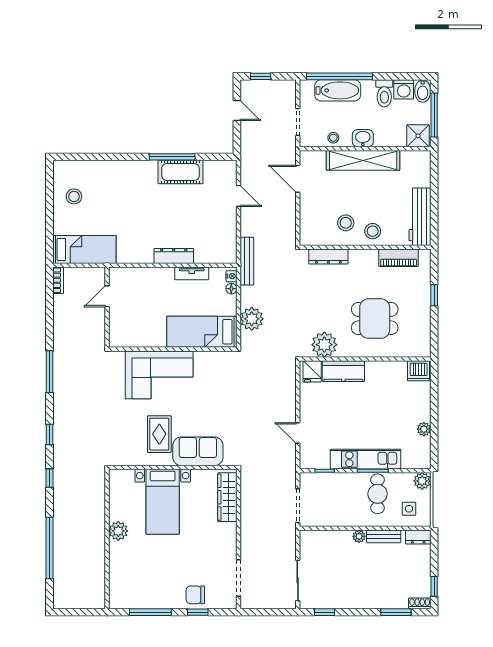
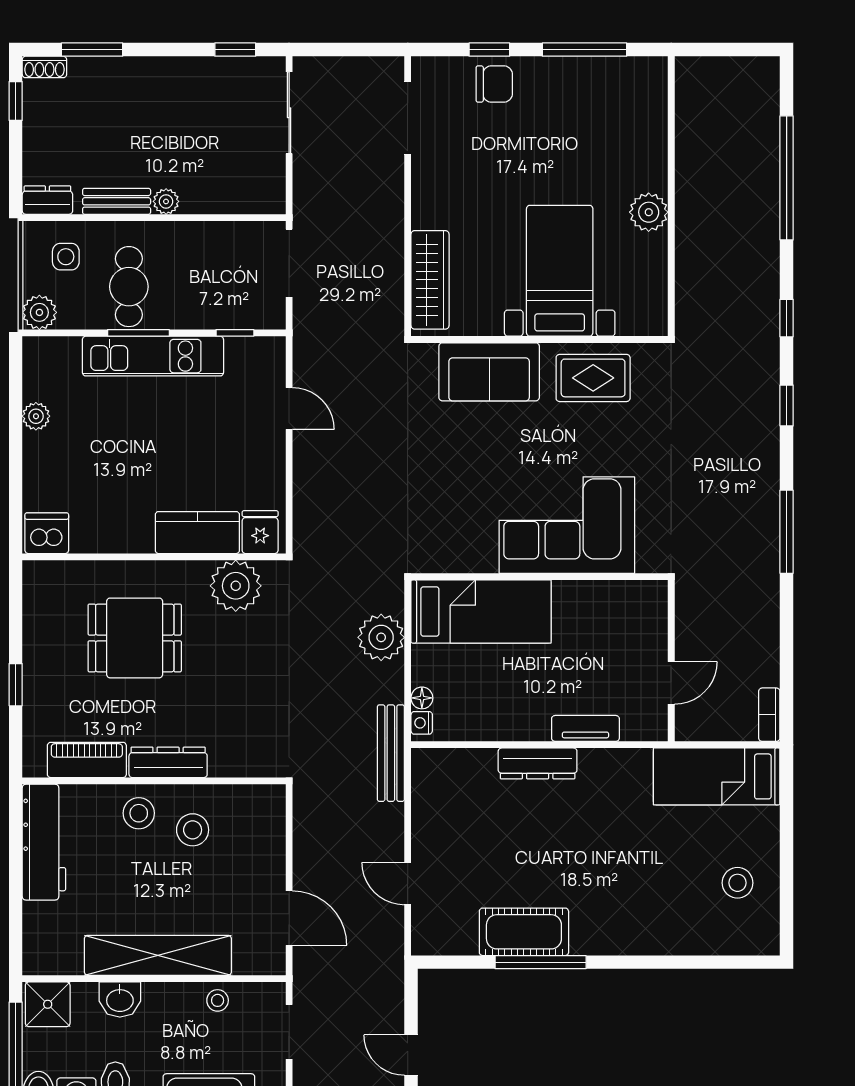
washbasin: (363, 138) -> (120, 999), moved
dresser: (328, 257) -> (168, 762), moved
tv unit: (192, 273) -> (585, 728), moved
rug: (159, 434) -> (593, 378), moved, turned 90

